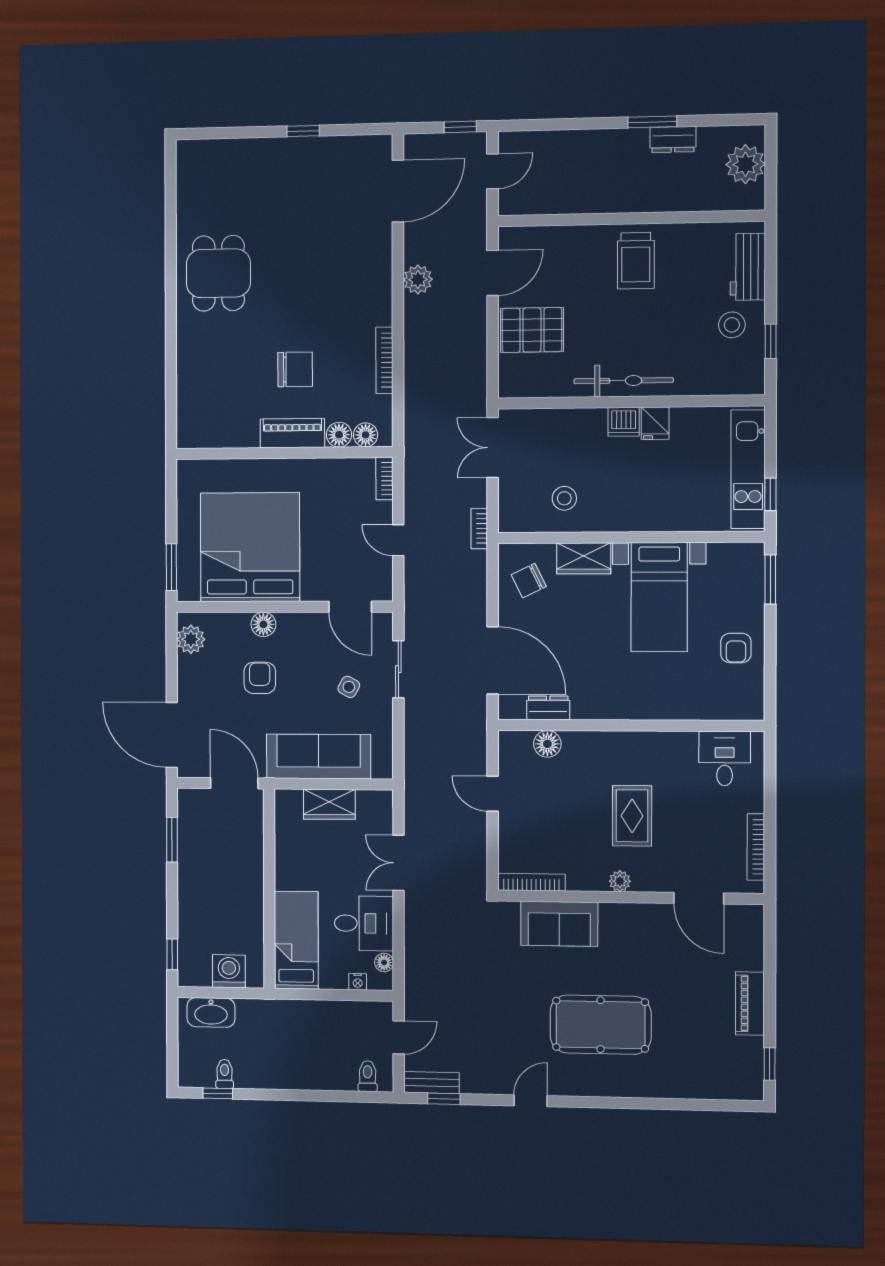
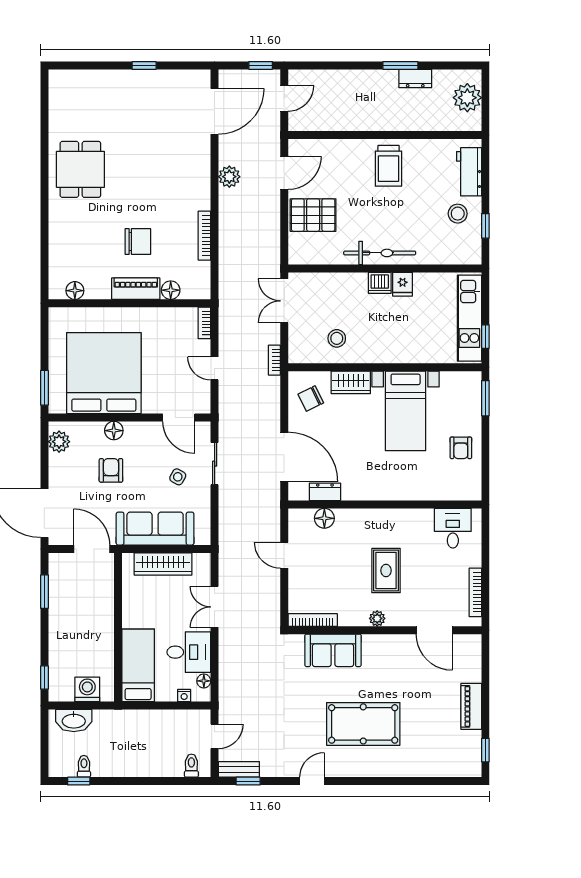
floor lamp: (366, 435) -> (75, 291), moved
wardrobe: (329, 804) -> (163, 564), width x1.50

